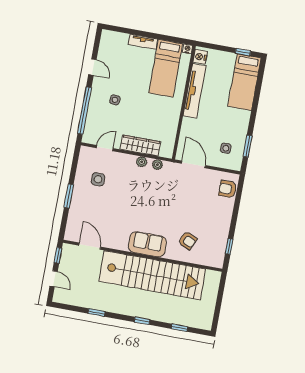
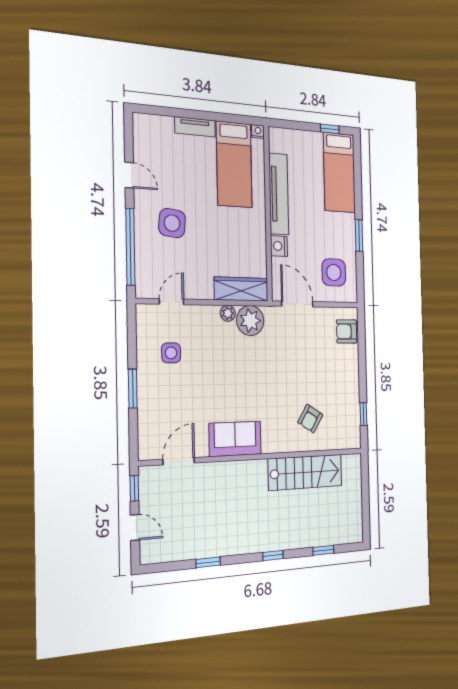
nightstand: (200, 57) -> (279, 246), moved
side table: (115, 100) -> (172, 223), width x1.87, depth x1.87
wardrobe: (140, 145) -> (241, 289), moved
window: (248, 146) -> (359, 235), moved
side table: (226, 148) -> (334, 272), width x1.87, depth x1.87
plant: (157, 165) -> (250, 321), width x1.87, depth x1.87
armchair: (188, 240) -> (310, 419), turned 98
sofa: (147, 244) -> (235, 439), moved
door: (90, 246) -> (179, 461), hinge flipped
stairs: (152, 275) -> (305, 472), width x0.54, depth x0.66

